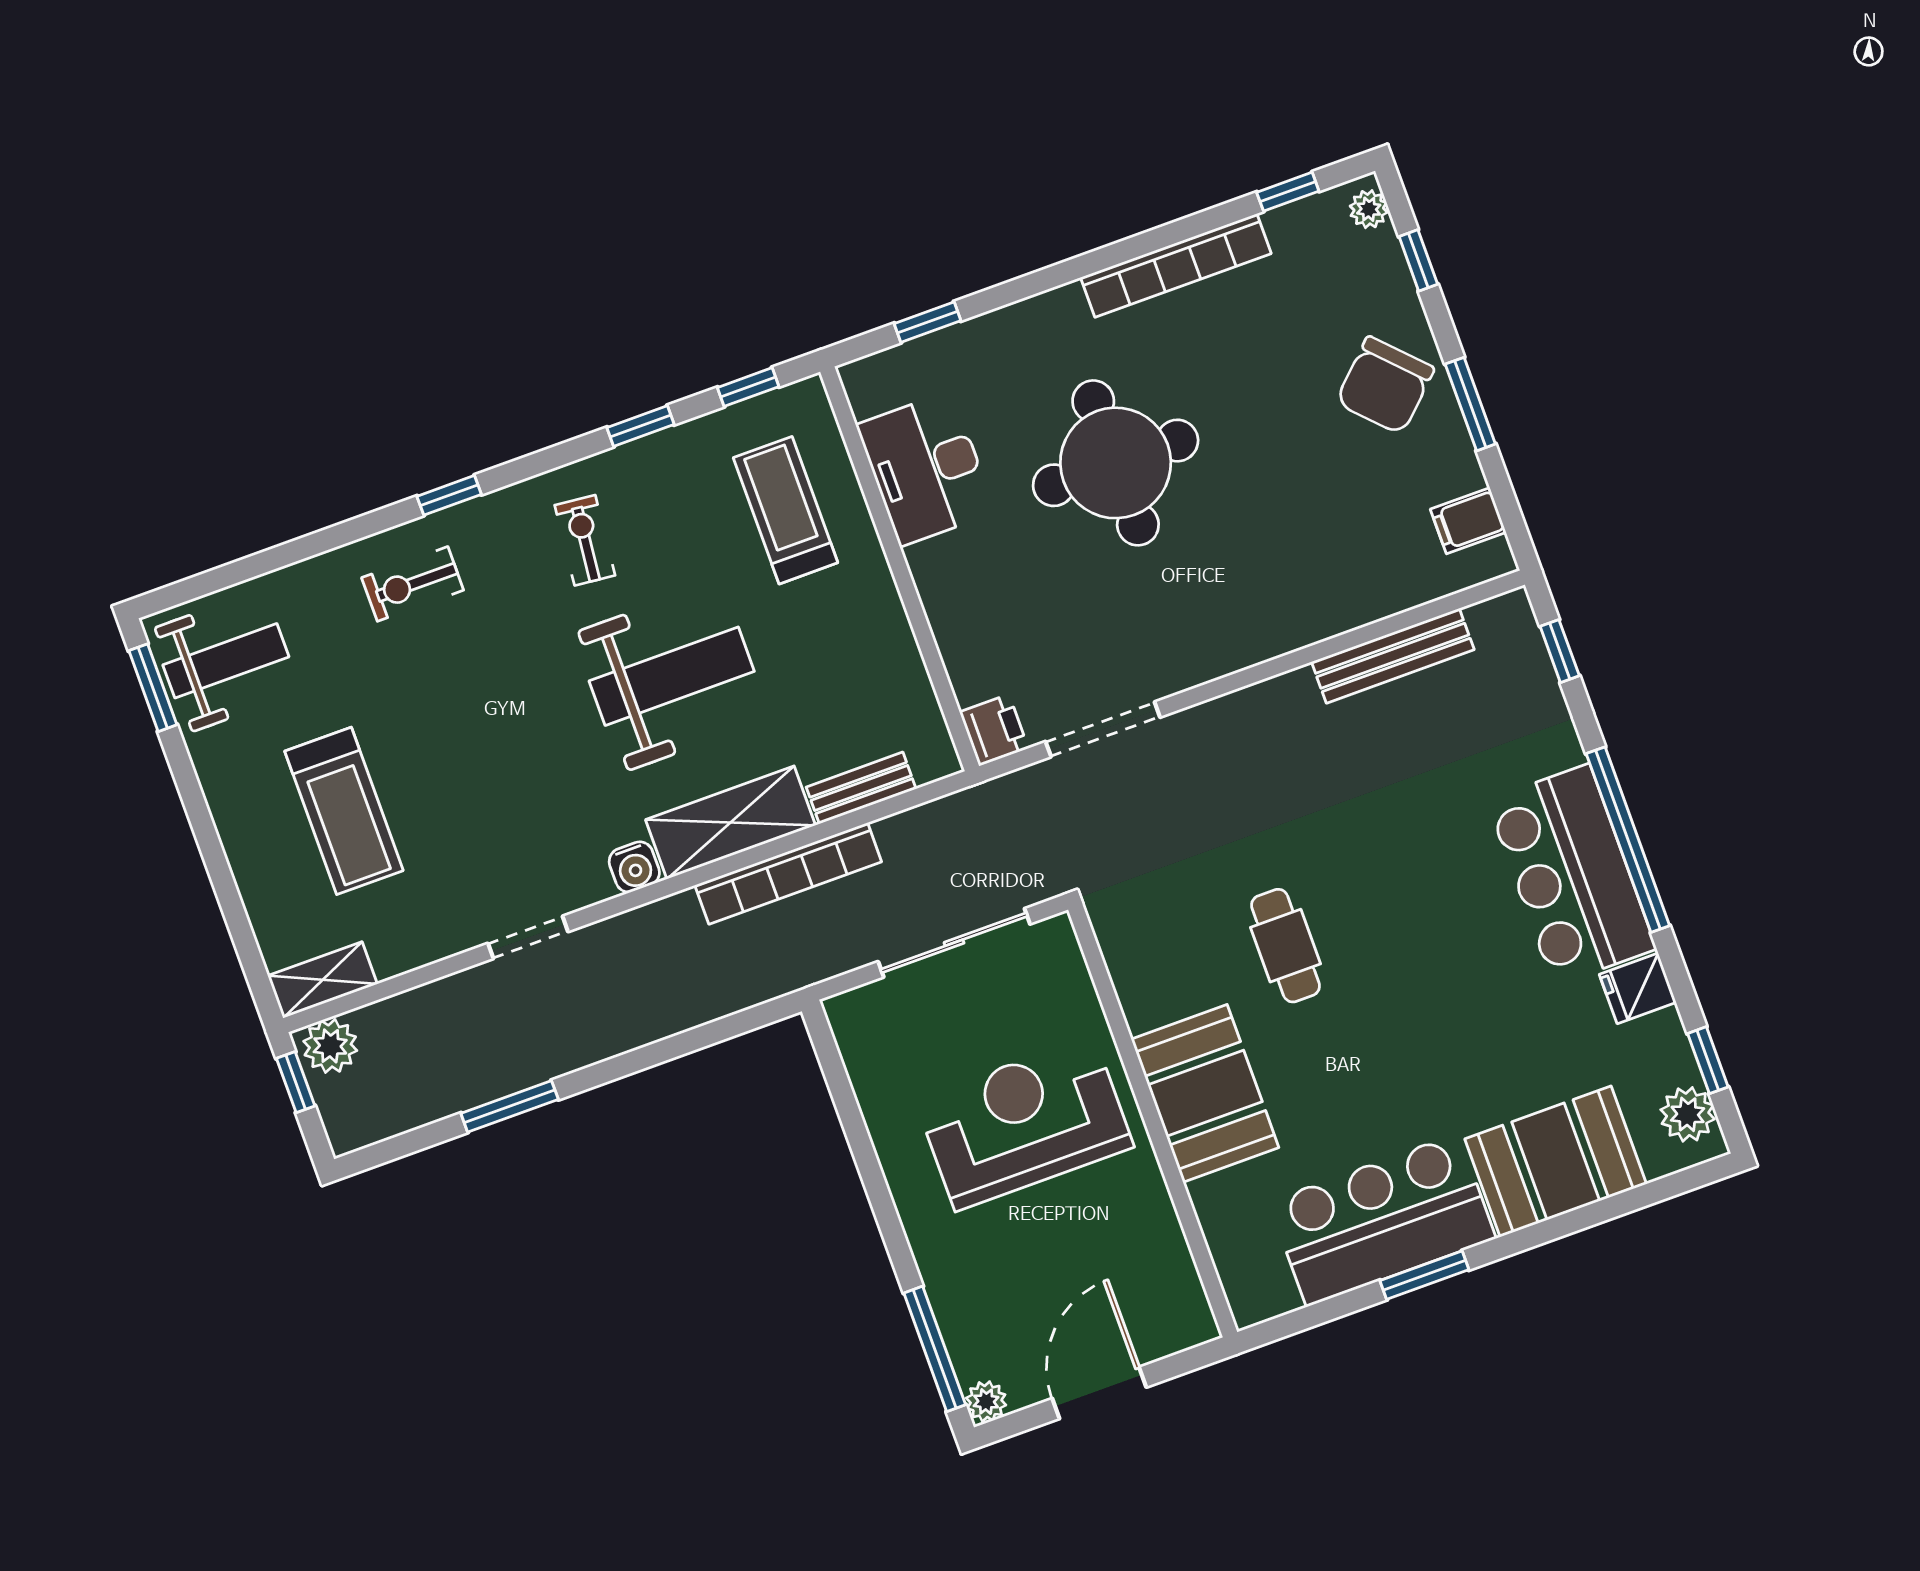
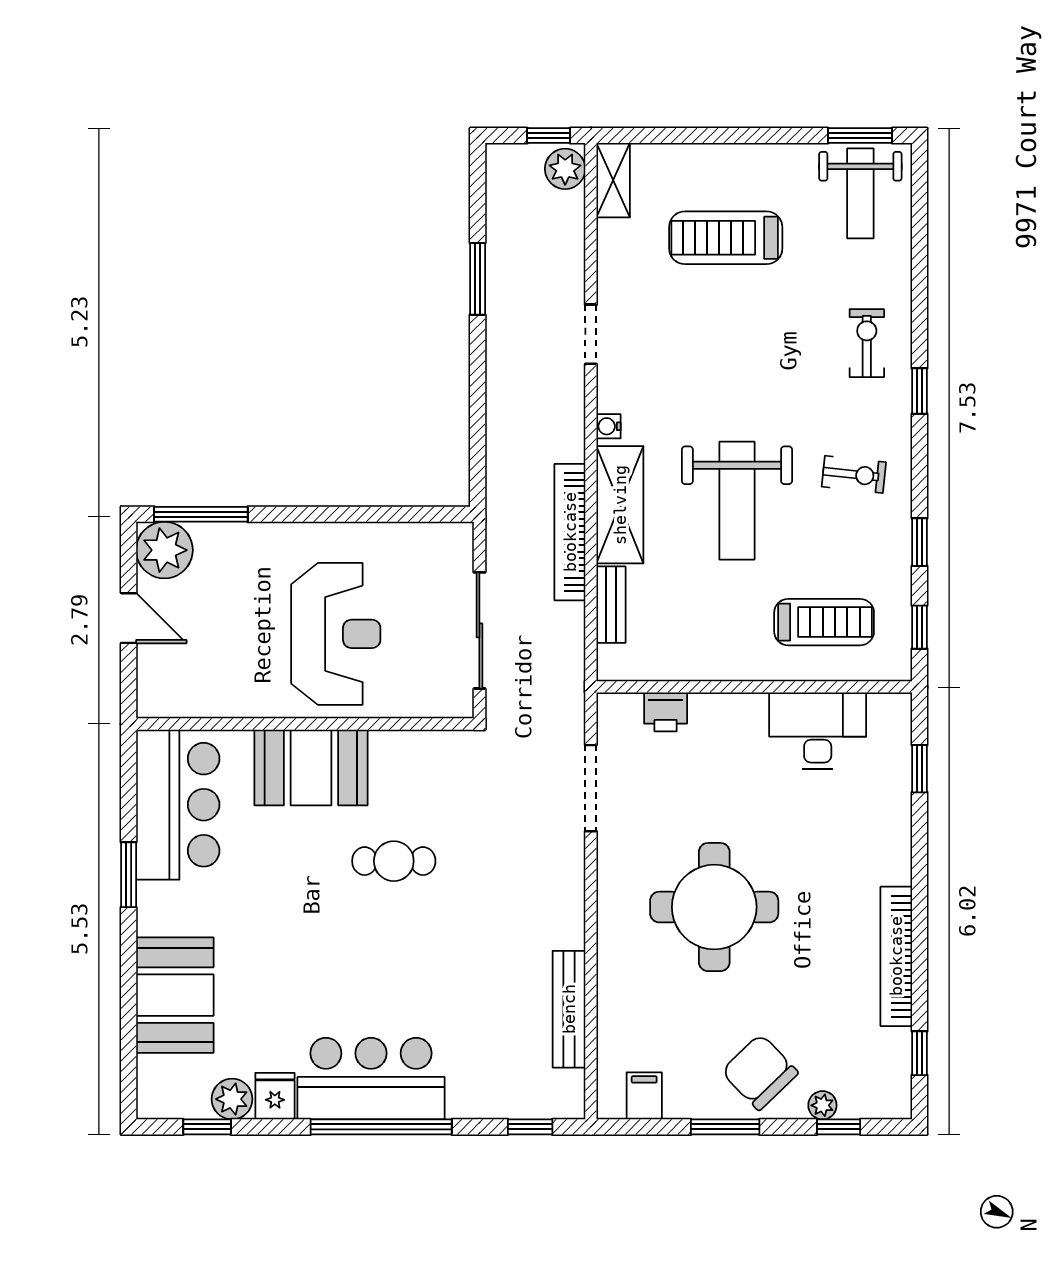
plant: (1369, 209) -> (822, 1105), moved
round table: (1116, 463) -> (714, 907), moved
printer: (994, 730) -> (666, 712), moved
water cooler: (634, 867) -> (609, 426), width x0.72, depth x0.72
plant: (1688, 1114) -> (232, 1099), moved
bar counter: (1382, 1220) -> (178, 805), moved
door: (1099, 1393) -> (129, 618), width x0.73
plant: (986, 1402) -> (164, 550), width x1.88, depth x1.88

